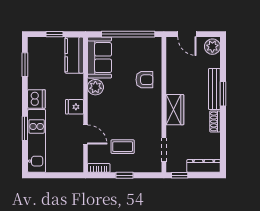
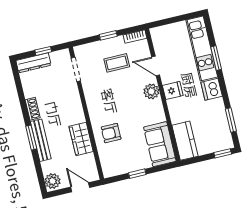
window: (54, 34) -> (223, 153), moved
window: (128, 34) -> (137, 174), width x0.32
plant: (95, 87) -> (151, 91), moved
wardrobe: (175, 110) -> (81, 139), moved
window: (180, 175) -> (43, 51), moved

